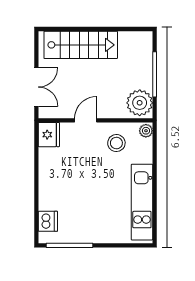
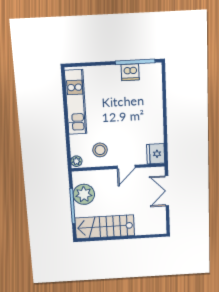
stairs: (81, 45) -> (105, 227), moved
plant: (140, 103) -> (84, 194), moved
dishwasher: (48, 221) -> (130, 72), moved, turned -90

